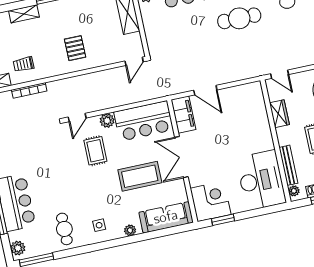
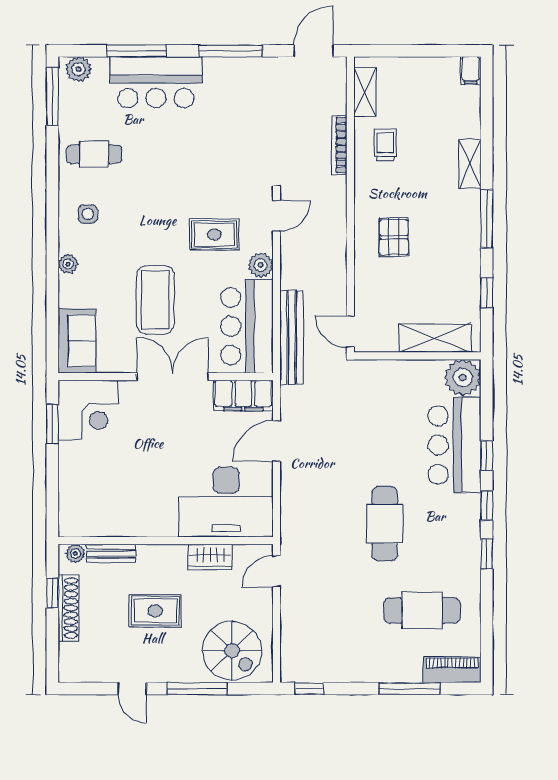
pallet: (75, 48) -> (394, 237), turned 90
bench: (144, 94) -> (292, 337), added
door: (77, 118) -> (276, 216), swing flipped
bench: (288, 165) -> (111, 554), width x0.73
desk: (261, 180) -> (226, 502), moved
sofa: (166, 217) -> (77, 341), width x0.73

